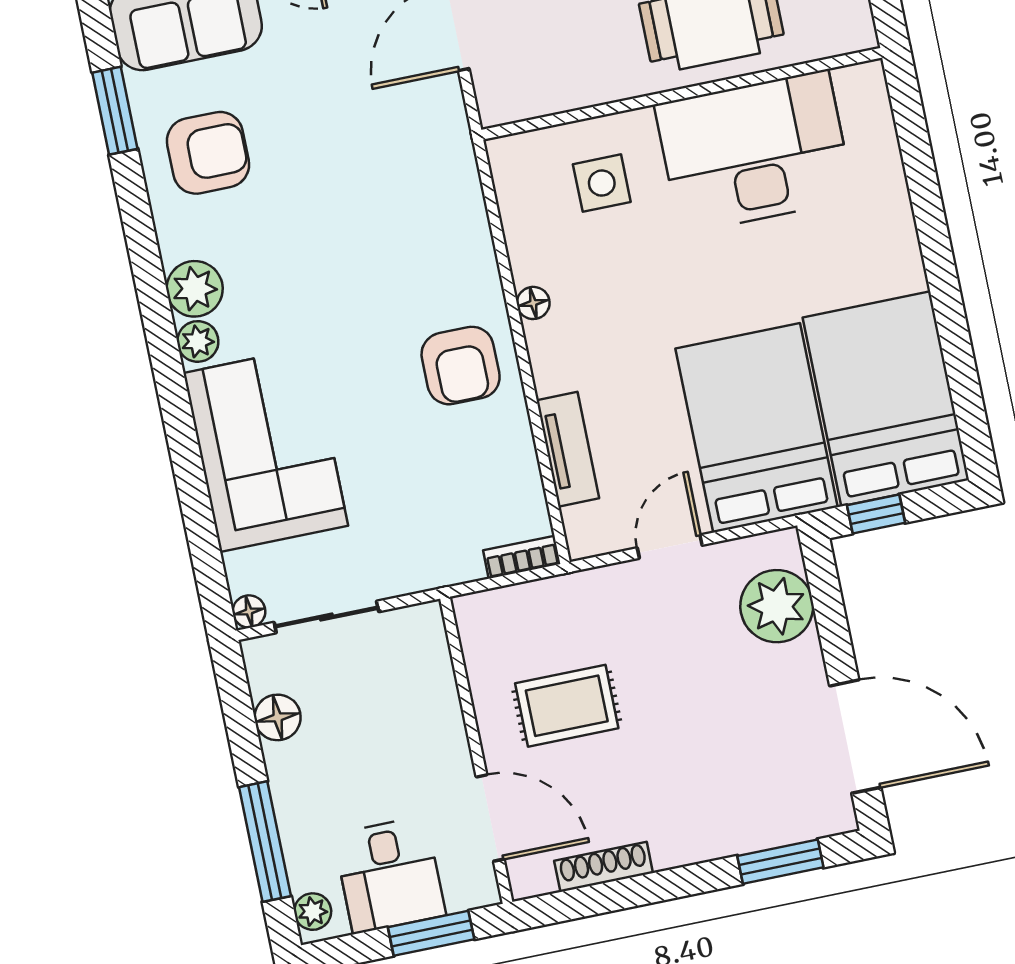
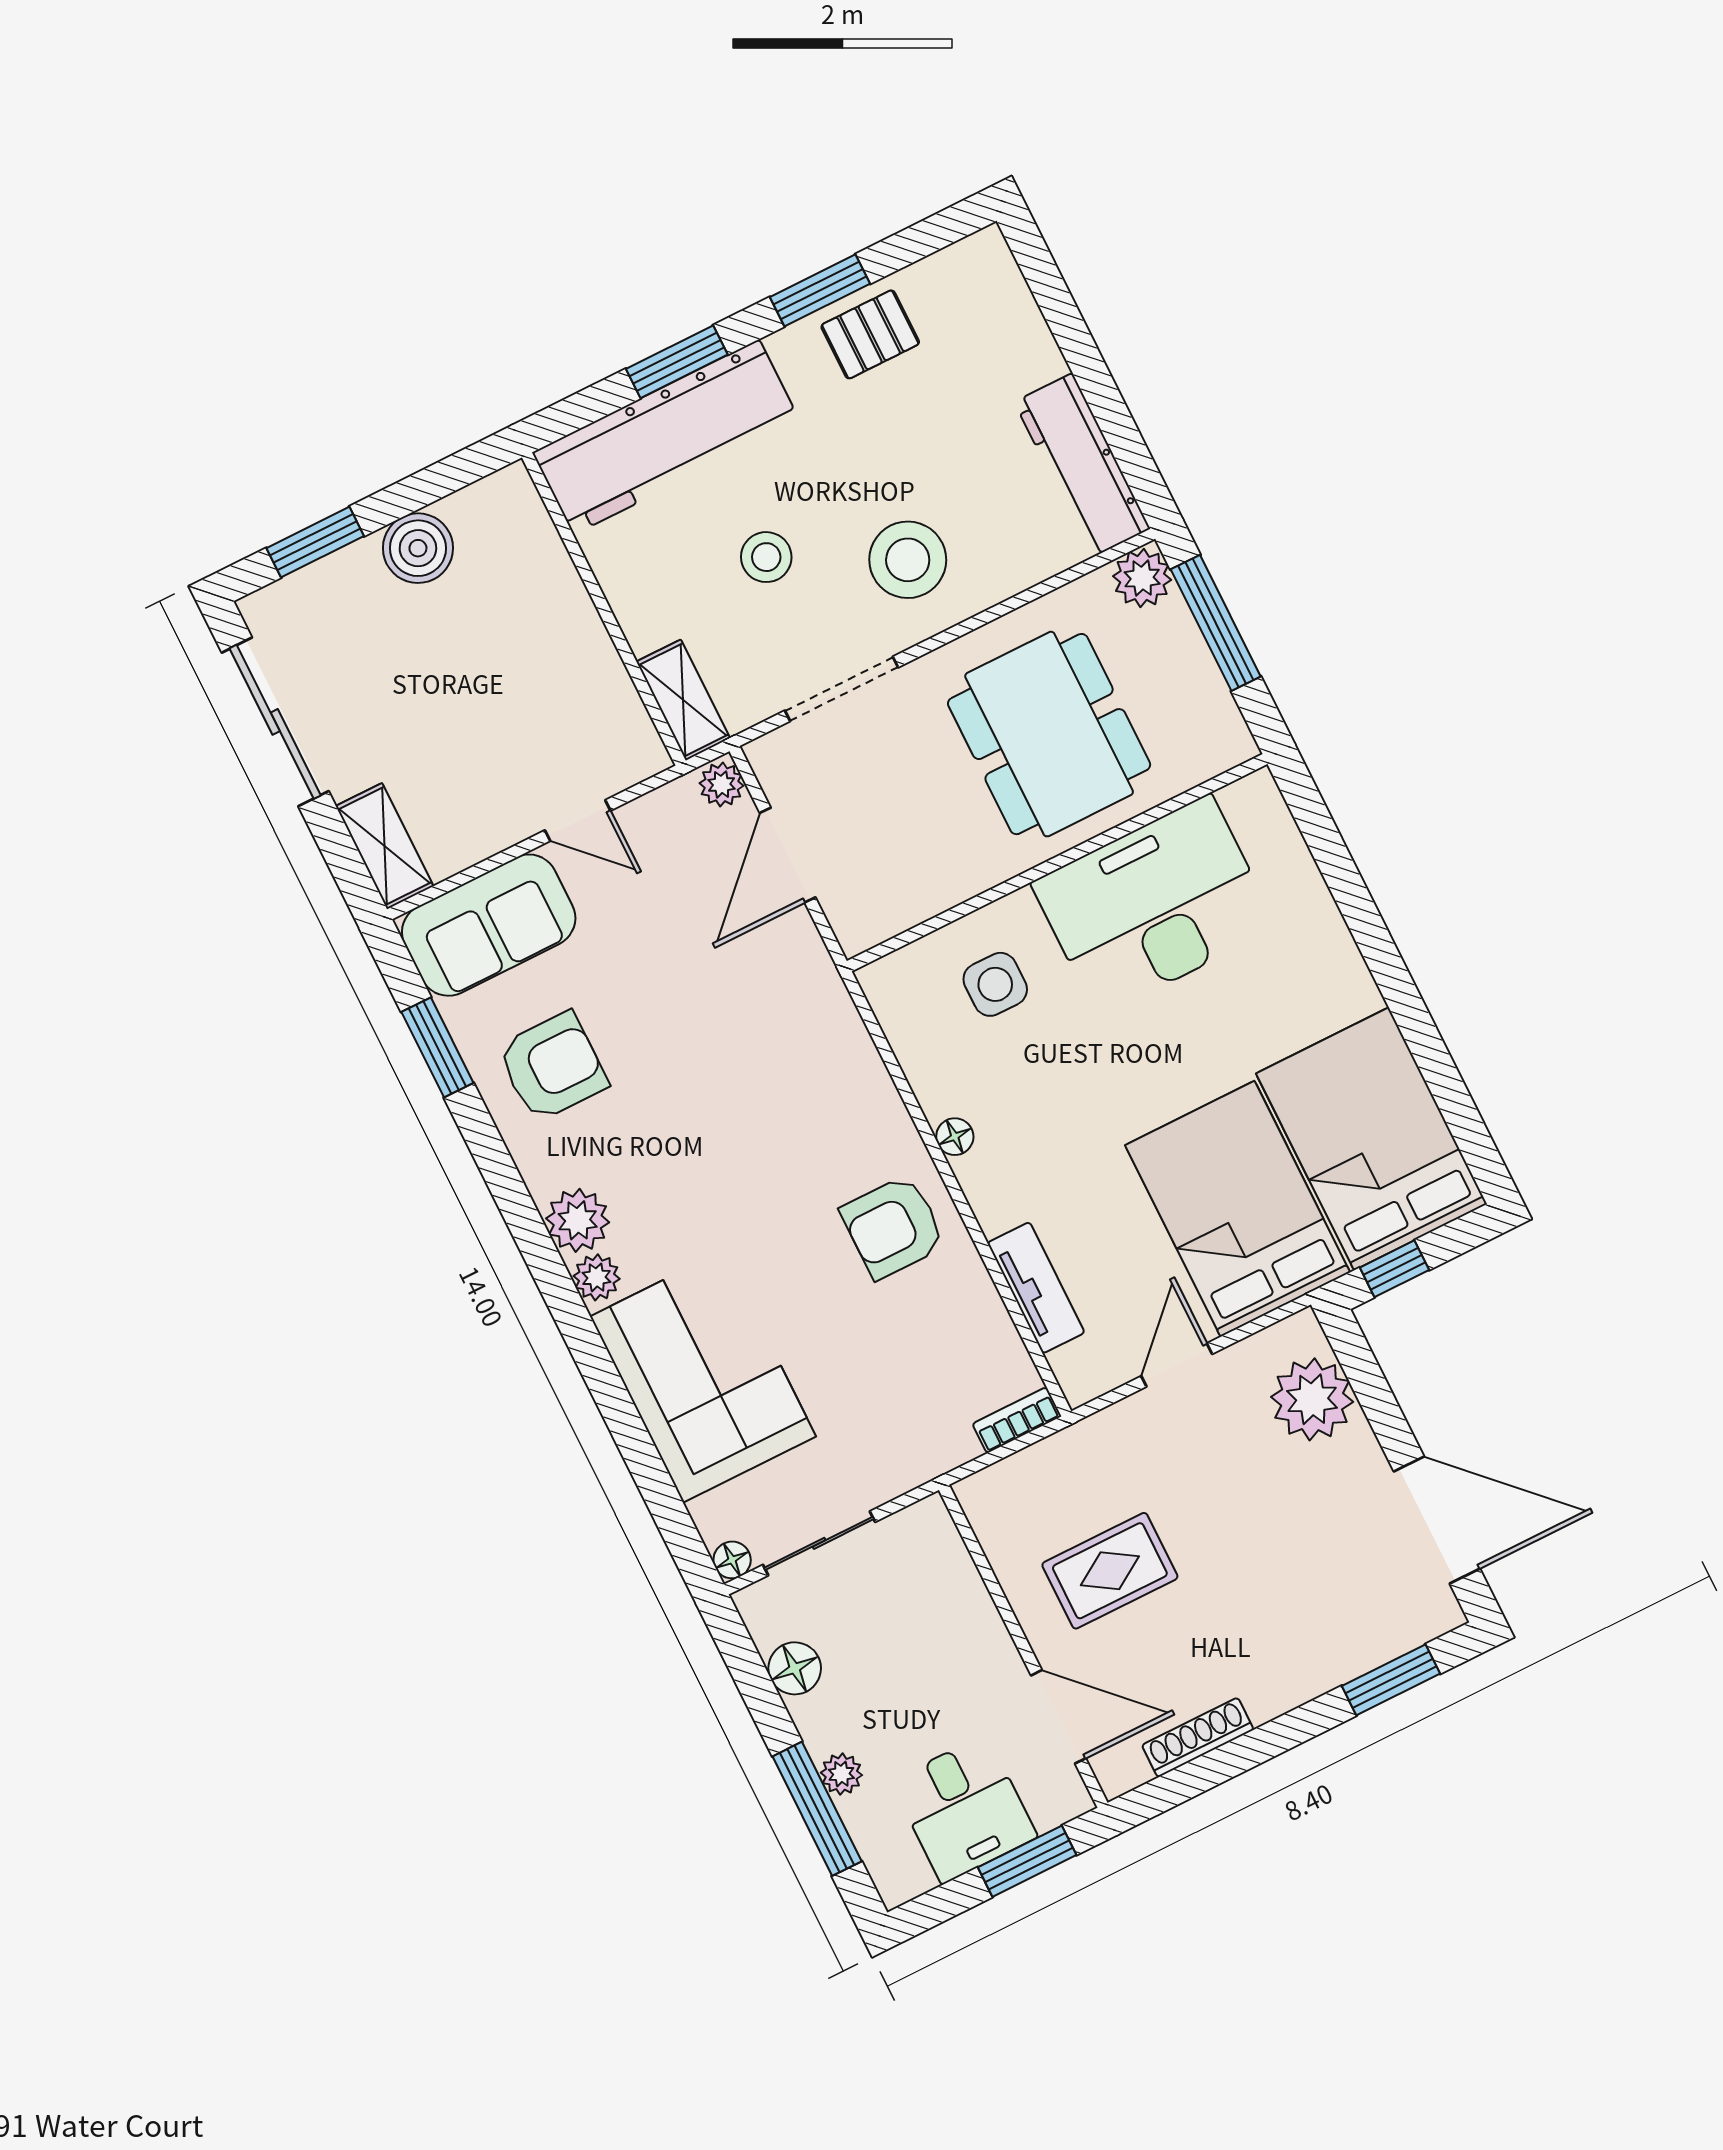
armchair: (461, 366) -> (893, 1227), turned 90
plant: (313, 912) -> (841, 1774), moved

